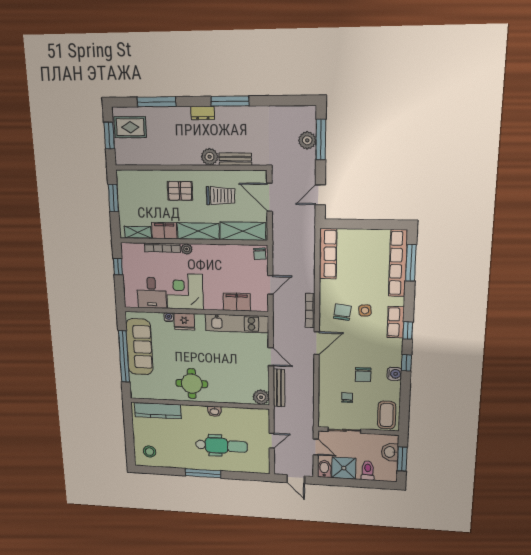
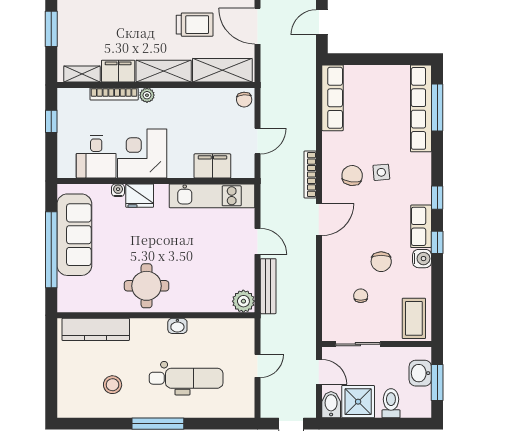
pallet: (180, 191) -> (141, 19), removed
row of seats: (396, 322) -> (421, 226), moved
stool: (150, 452) -> (113, 385), moved

